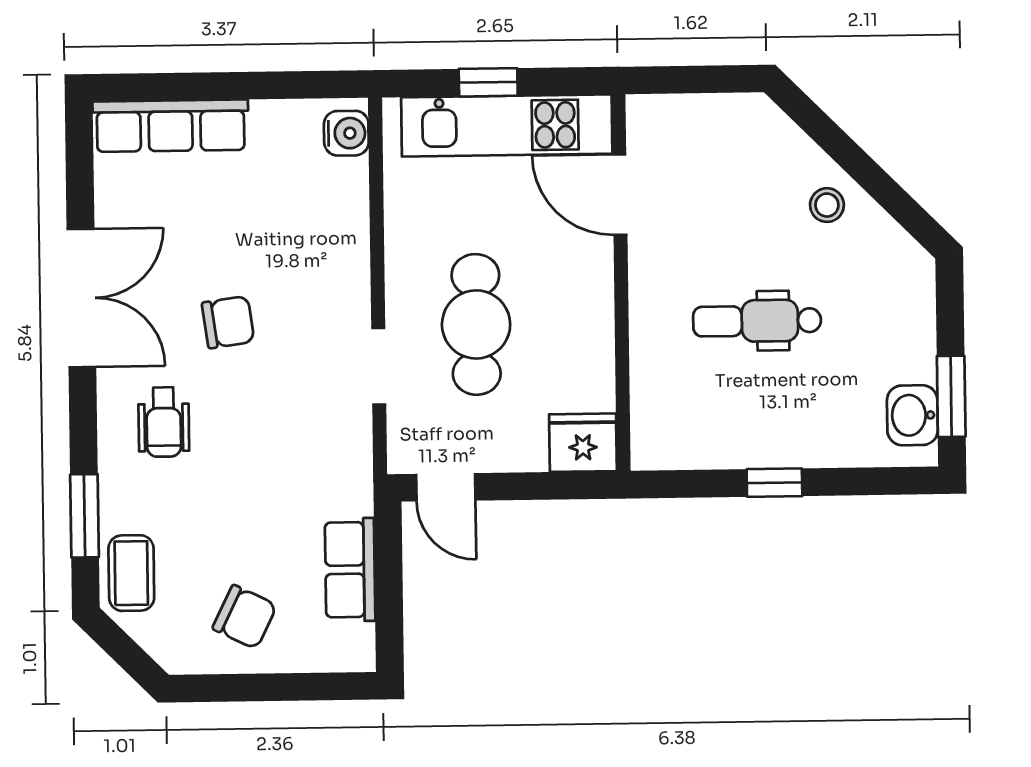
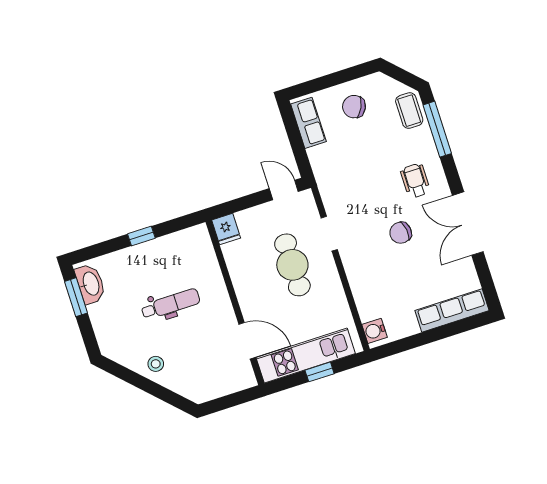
washbasin: (912, 415) -> (90, 284), width x1.38
fridge: (583, 443) -> (226, 229), width x0.72
window: (84, 516) -> (437, 129), width x1.44
row of seats: (350, 570) -> (308, 123), moved

